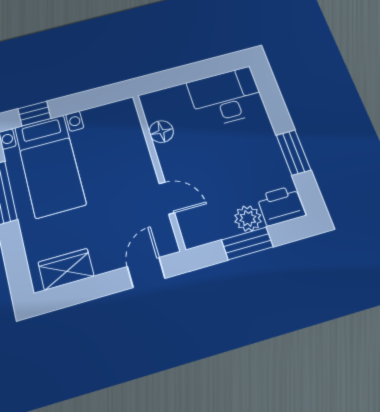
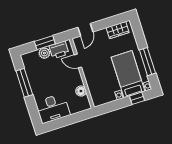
window: (293, 153) -> (24, 83), width x1.44
printer: (281, 206) -> (59, 50), moved

